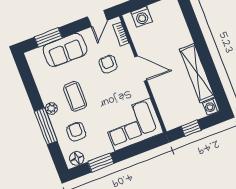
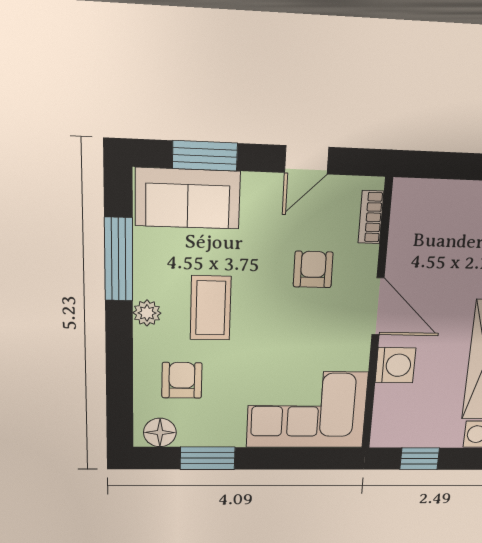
washing machine: (142, 17) -> (395, 365), moved, turned -90
door: (97, 19) -> (307, 160), moved
sofa: (65, 50) -> (188, 198), moved
window: (46, 126) -> (119, 259), moved

